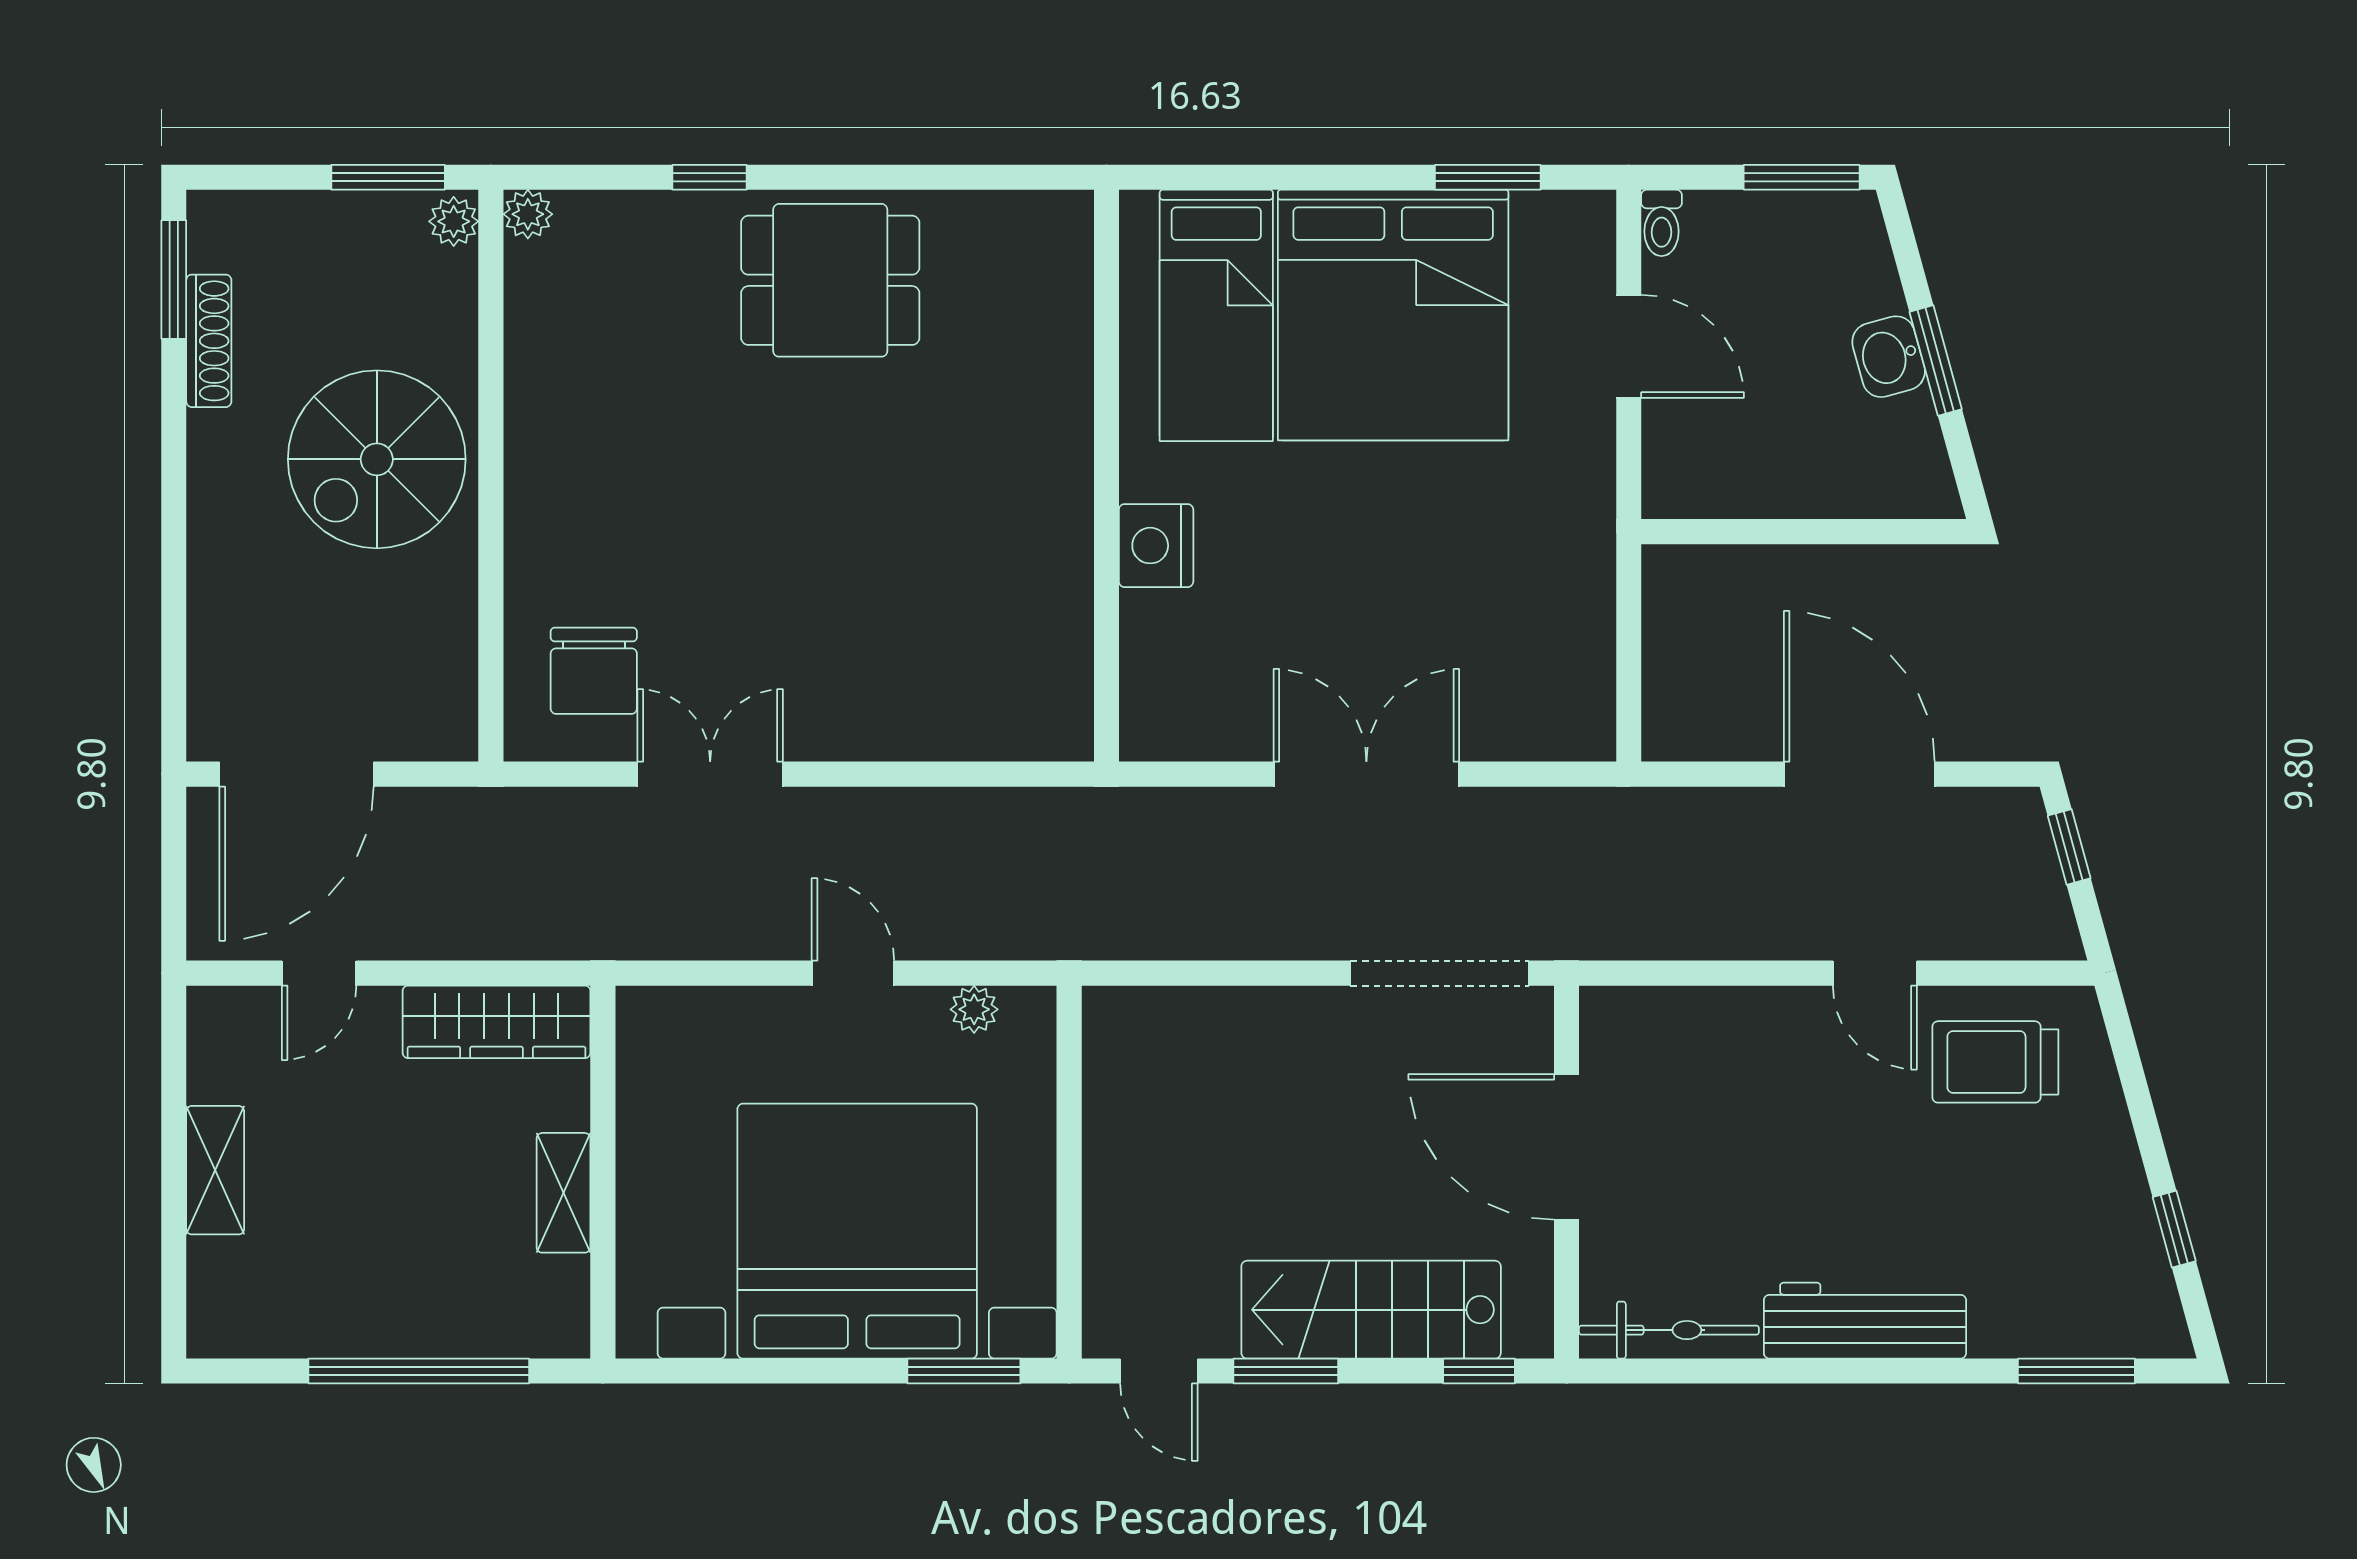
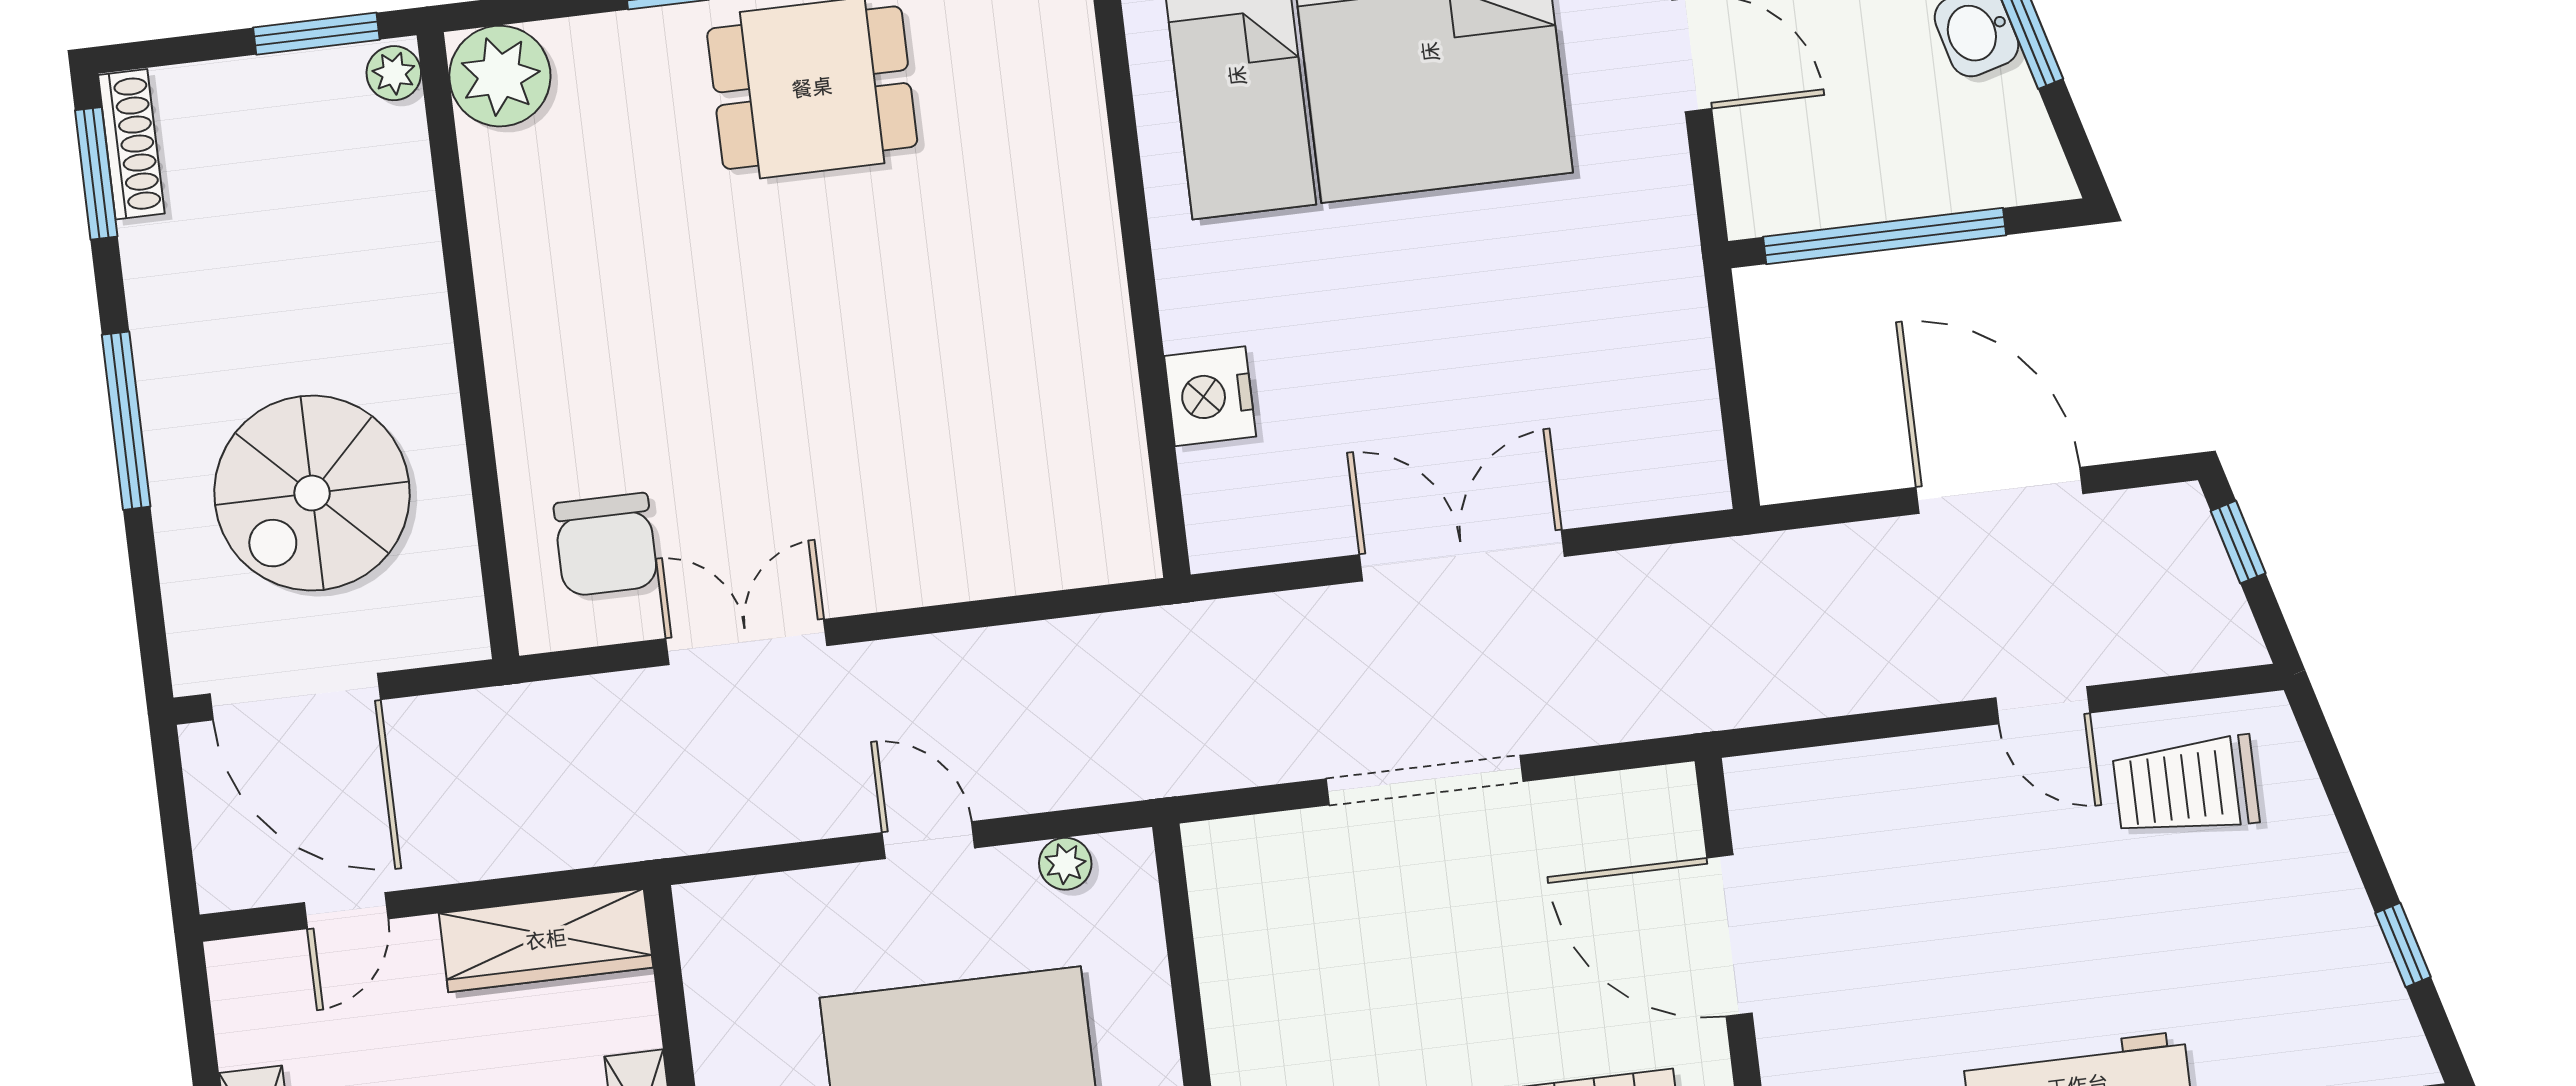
plant: (528, 214) -> (500, 76), width x1.87, depth x1.87
shoe rack: (209, 341) -> (131, 144), moved
spiral stairs: (377, 459) -> (312, 493), moved
window: (174, 506) -> (126, 421), added
window: (1783, 532) -> (1885, 236), added
nightstand: (1156, 546) -> (1210, 396), moved
door: (296, 774) -> (295, 697), hinge flipped
doorway: (1439, 973) -> (1425, 780), moved

